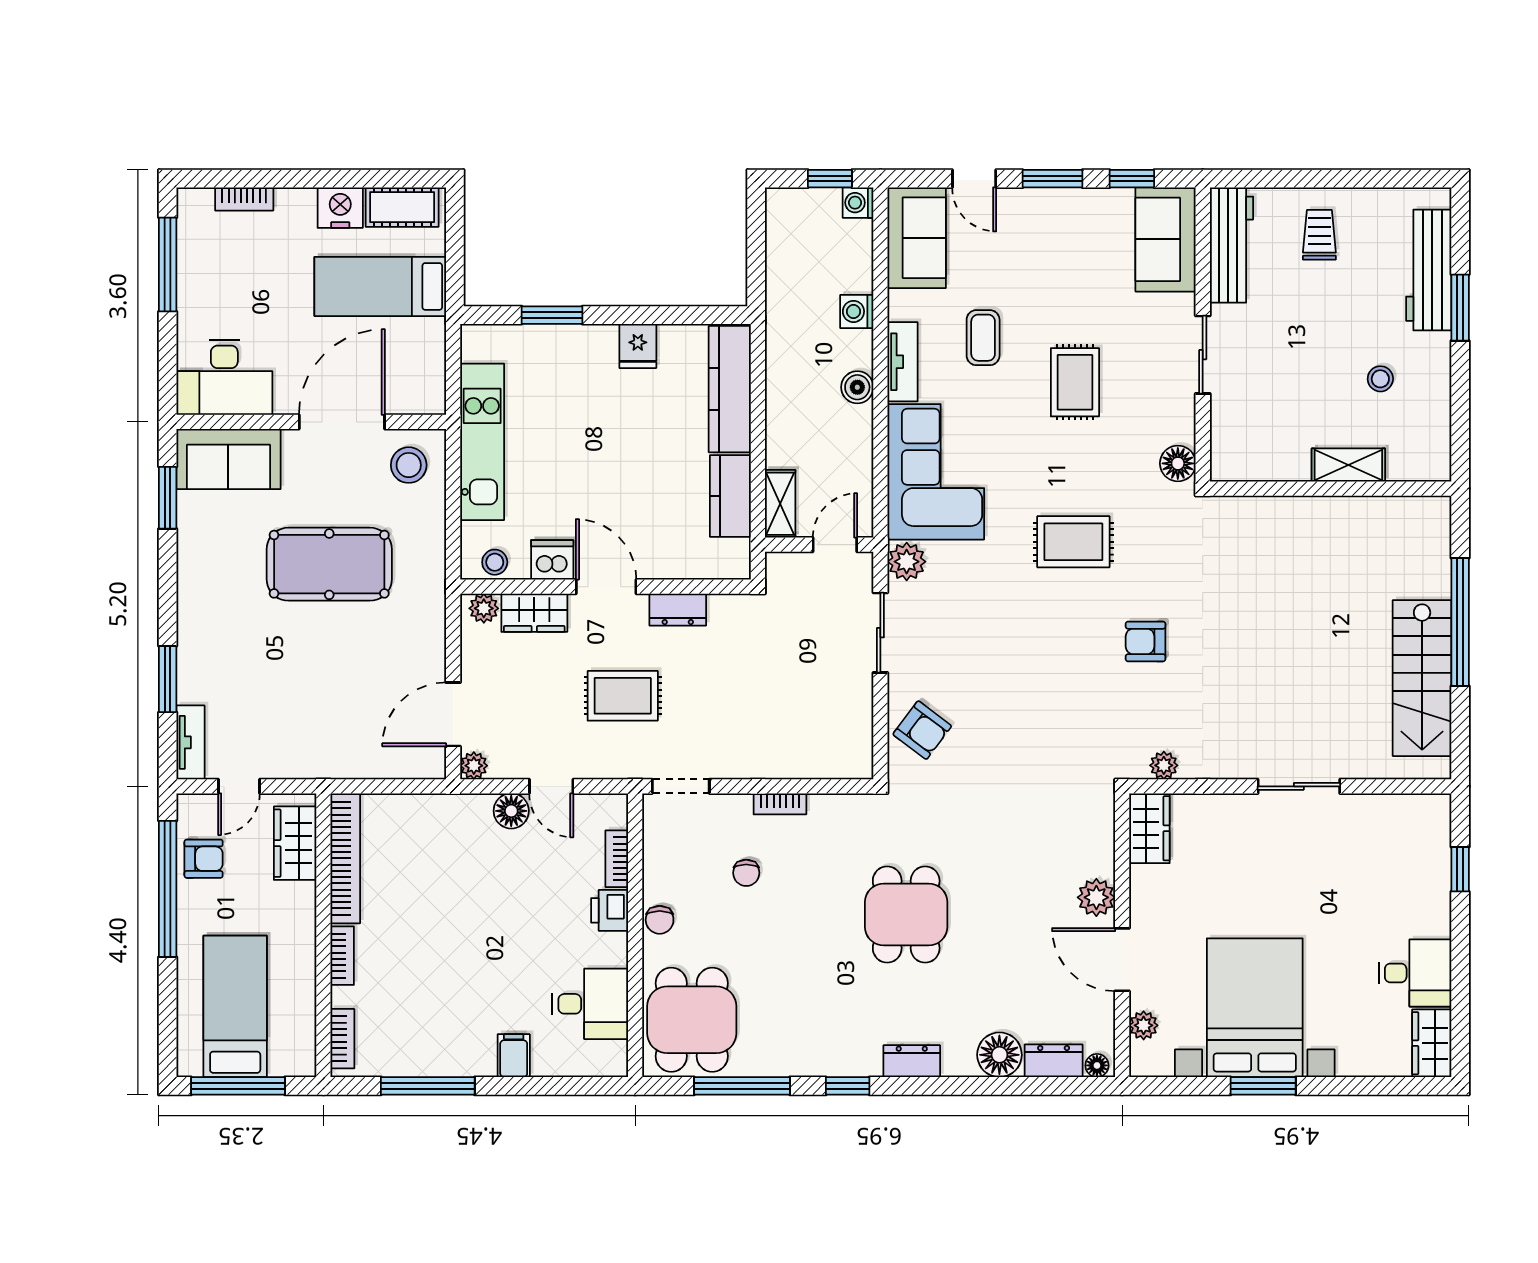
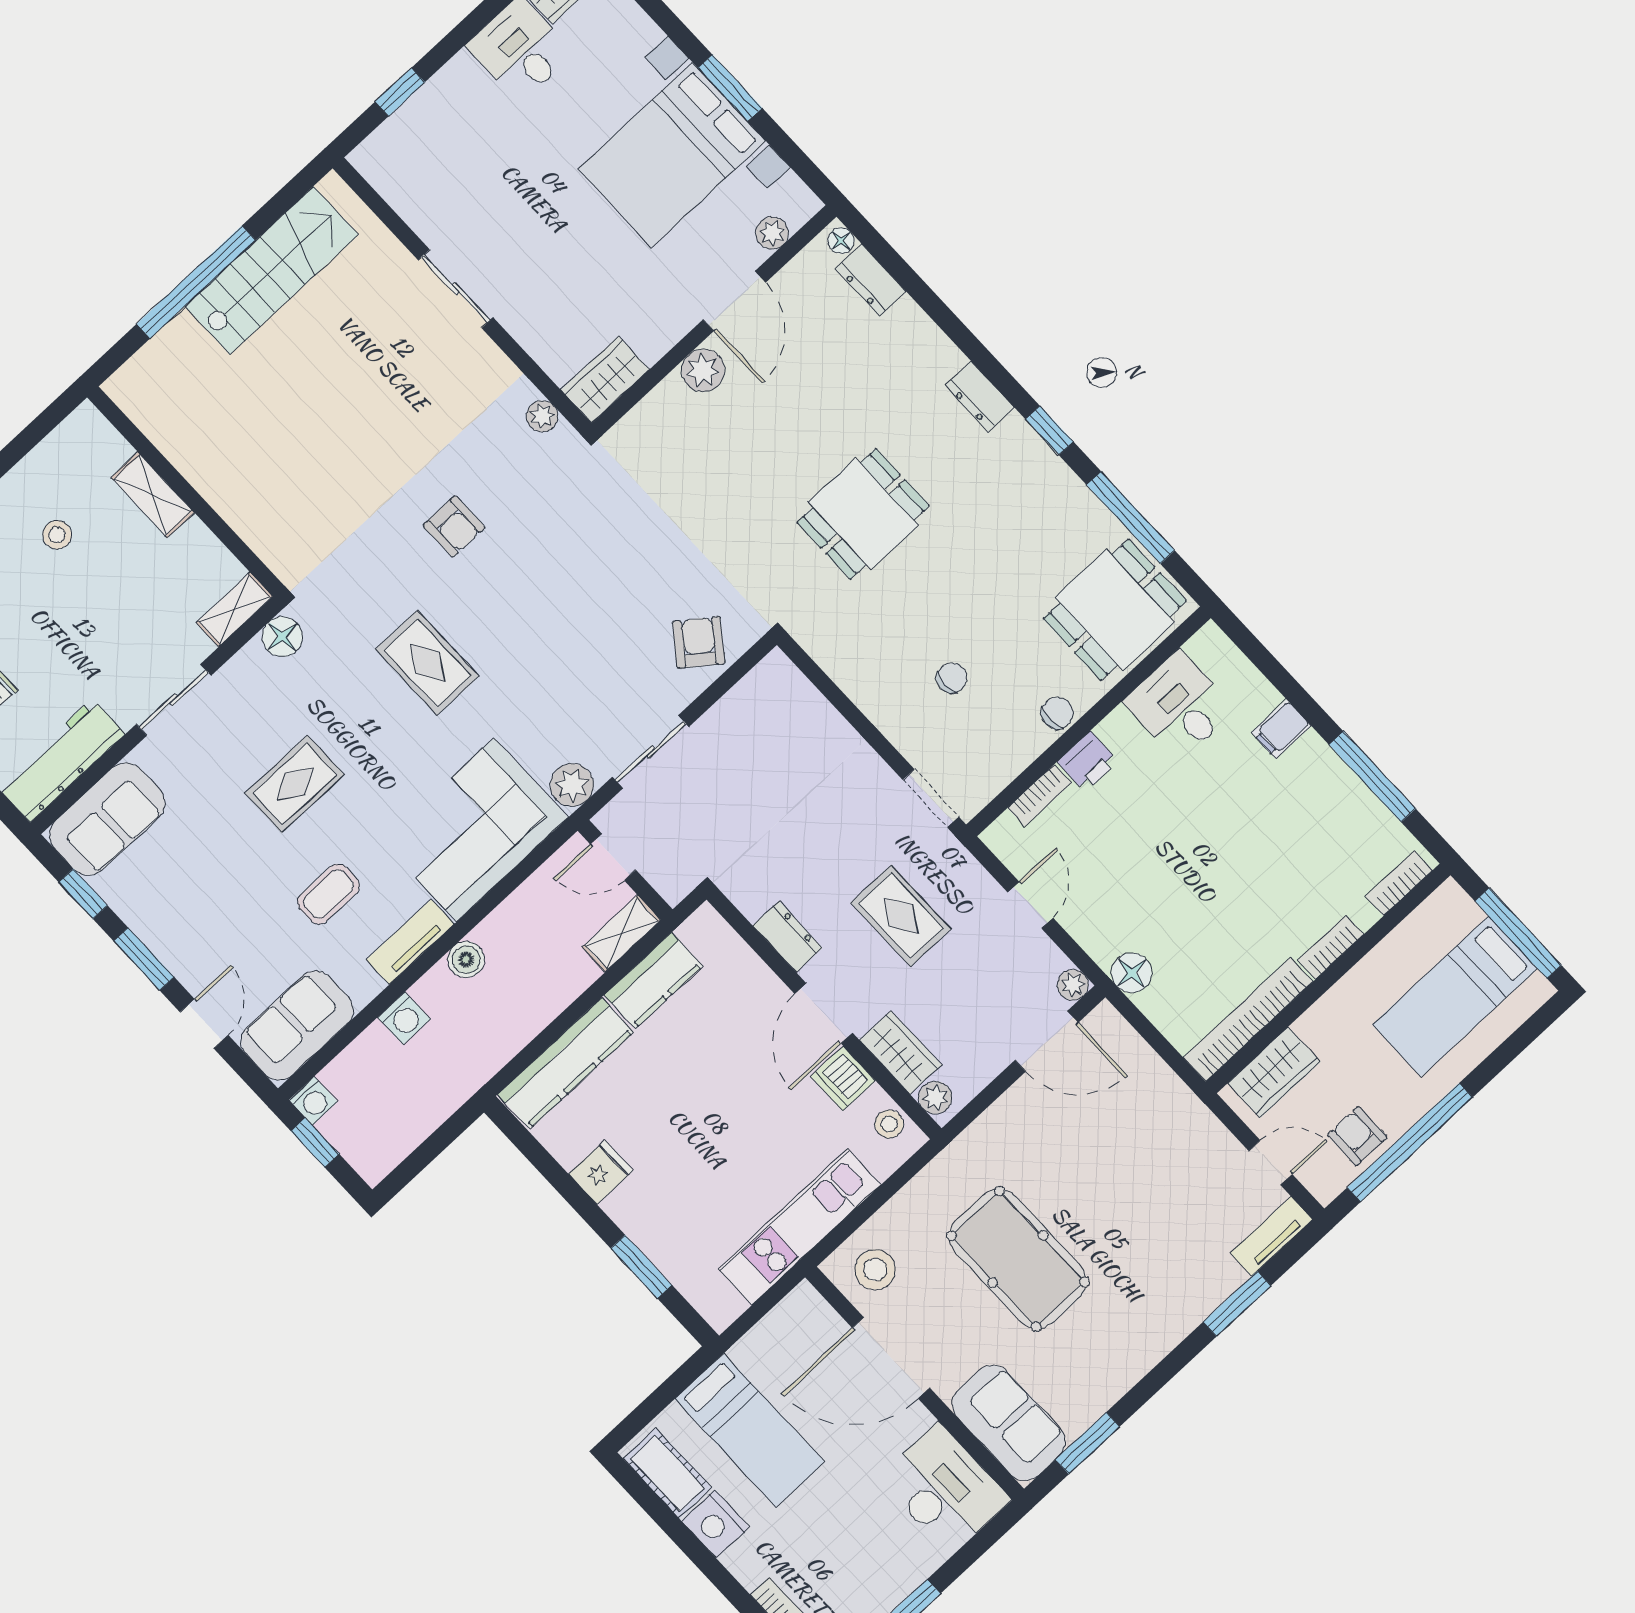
shelving: (1225, 449) -> (234, 610), added
bookcase: (780, 804) -> (869, 703), removed
floor lamp: (511, 811) -> (1131, 973), moved
floor lamp: (999, 1055) -> (907, 329), removed

